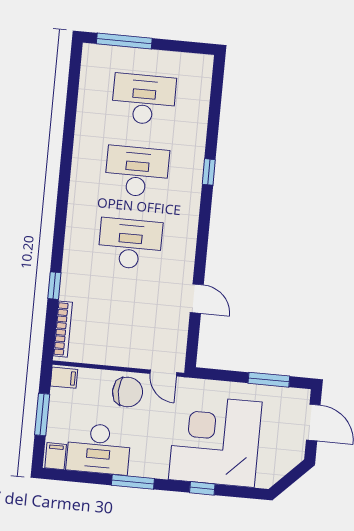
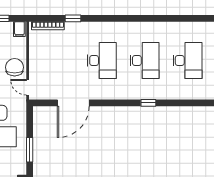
door: (197, 299) -> (73, 103), width x1.87
door: (163, 373) -> (28, 87), hinge flipped
chair: (128, 392) -> (15, 67), turned 180

